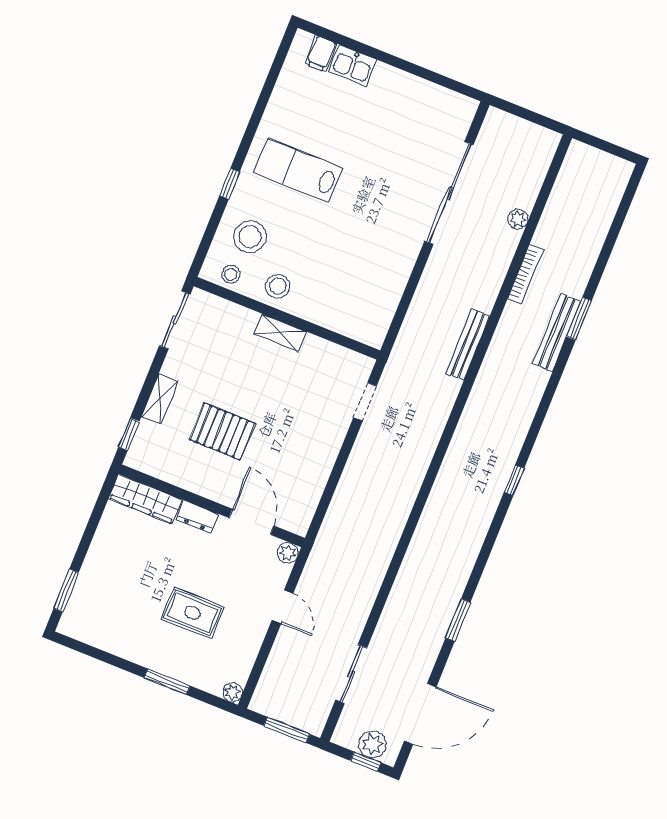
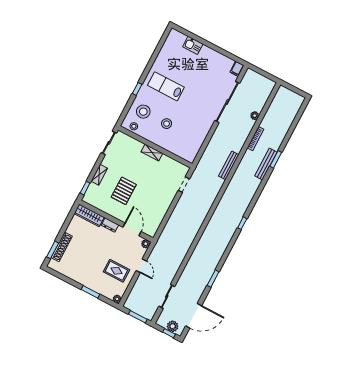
filing cabinet: (321, 54) -> (237, 69), moved
stool: (278, 286) -> (167, 124), moved
pallet: (222, 431) -> (124, 191), turned 90
shoe rack: (87, 581) -> (62, 247), added
rug: (193, 613) -> (116, 271), moved

